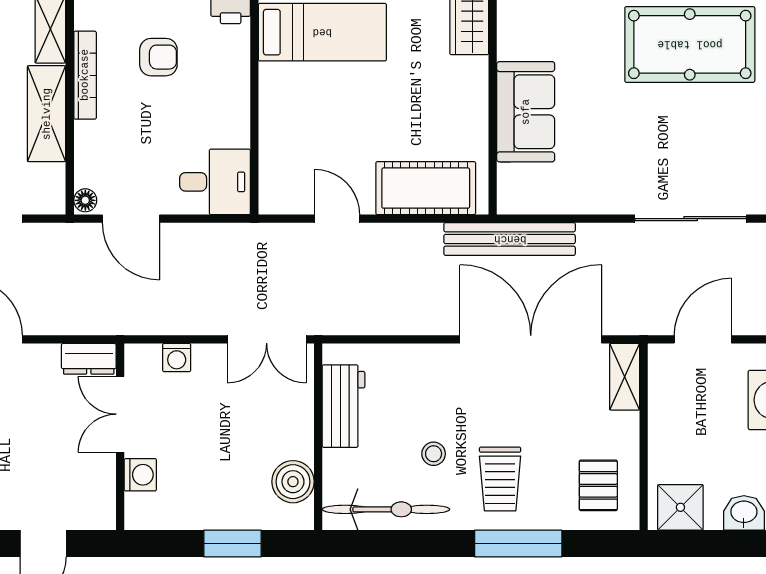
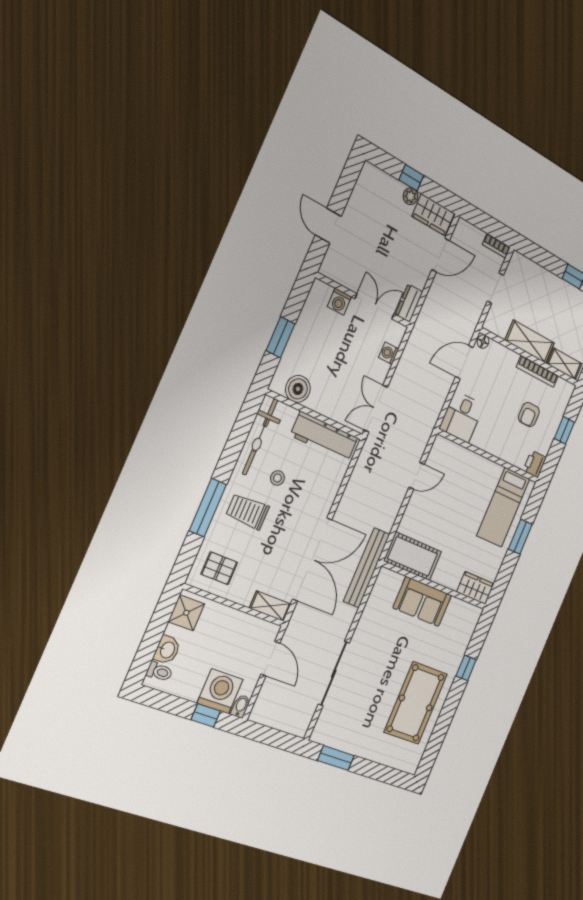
cot: (426, 188) -> (413, 556), moved, turned 90
workbench: (343, 406) -> (324, 437), width x1.37

